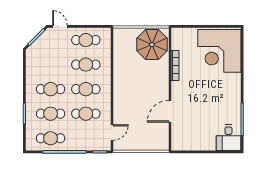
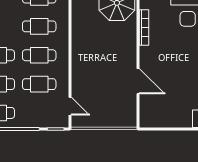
door: (170, 111) -> (138, 81), swing flipped
door: (112, 132) -> (70, 106), hinge flipped

